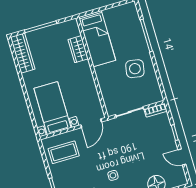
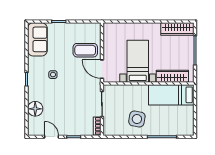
wardrobe: (78, 49) -> (172, 76), width x1.50
bed with nightstands: (52, 108) -> (138, 61), moved, turned -90
coffee table: (64, 152) -> (85, 50), moved, turned 90
door: (182, 157) -> (52, 137), hinge flipped

